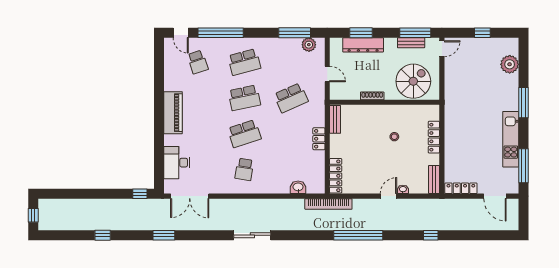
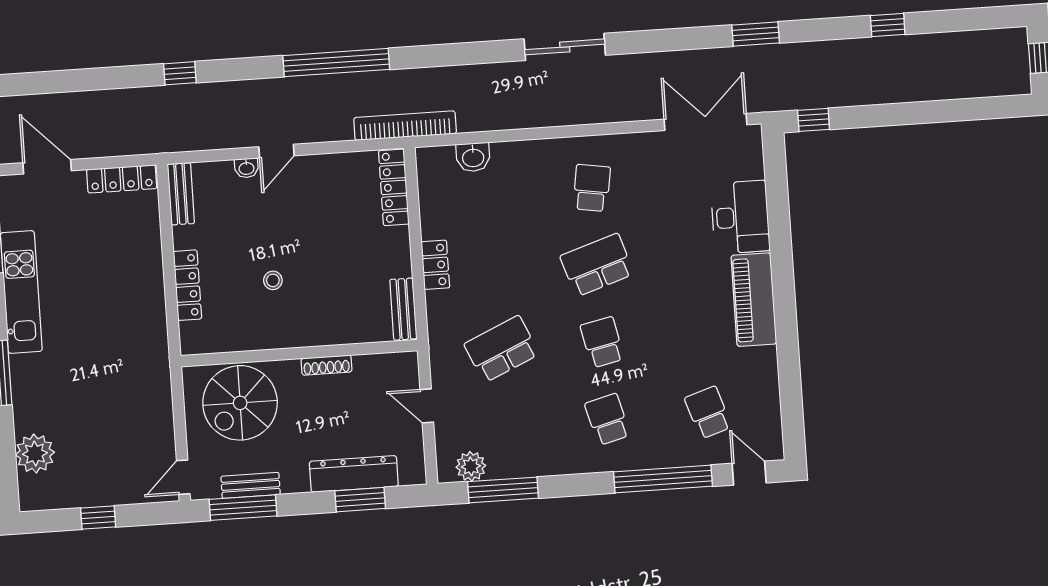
school desk: (244, 62) -> (607, 419), width x0.54
school desk: (244, 98) -> (602, 342), width x0.54
desk: (177, 163) -> (740, 217), moved

